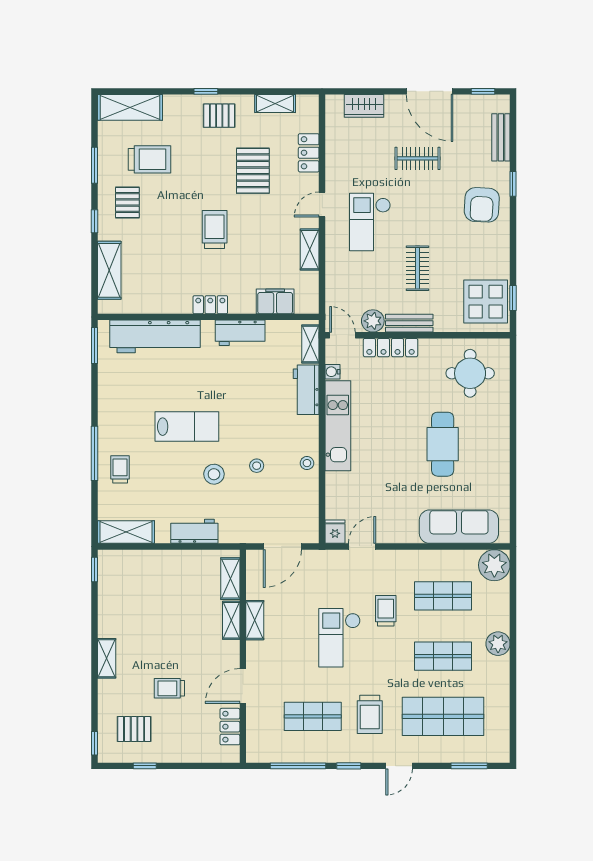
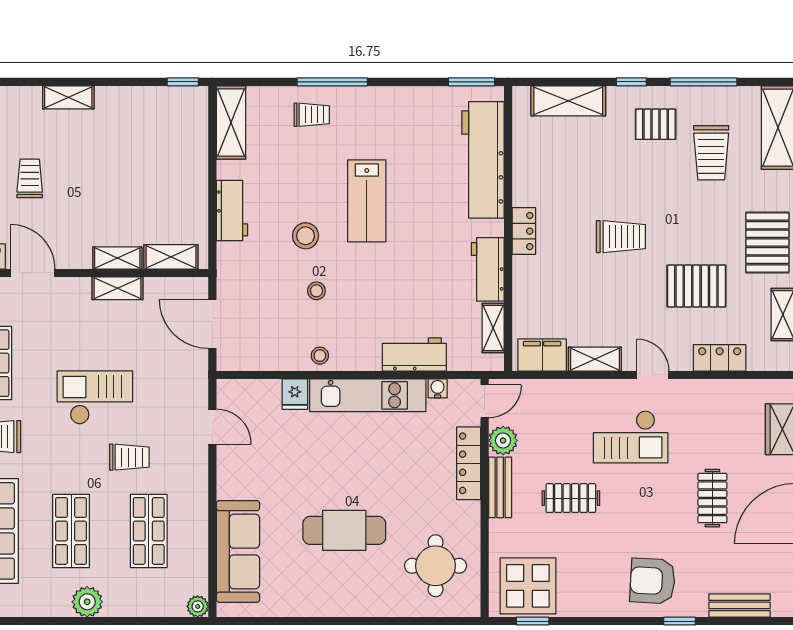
pallet: (219, 116) -> (767, 242), width x1.50, depth x1.42
window: (95, 165) -> (704, 82), width x1.44
checkout: (370, 222) -> (631, 437), turned 180
filing cabinet: (275, 301) -> (542, 355), moved, turned -90
shelving: (310, 344) -> (493, 328), moved, turned 90
fridge: (335, 532) -> (295, 394), moved, turned 90
plant: (494, 565) -> (198, 606), width x0.53, depth x0.53

